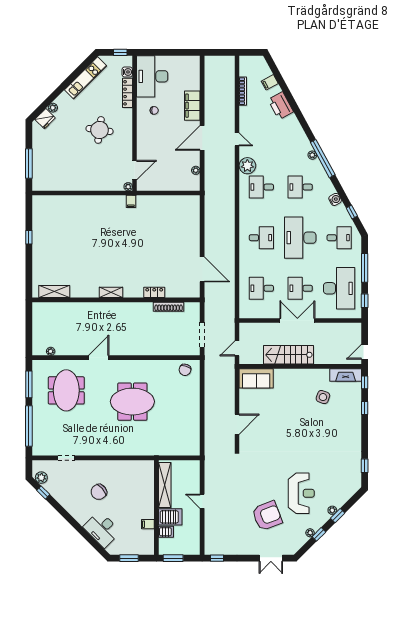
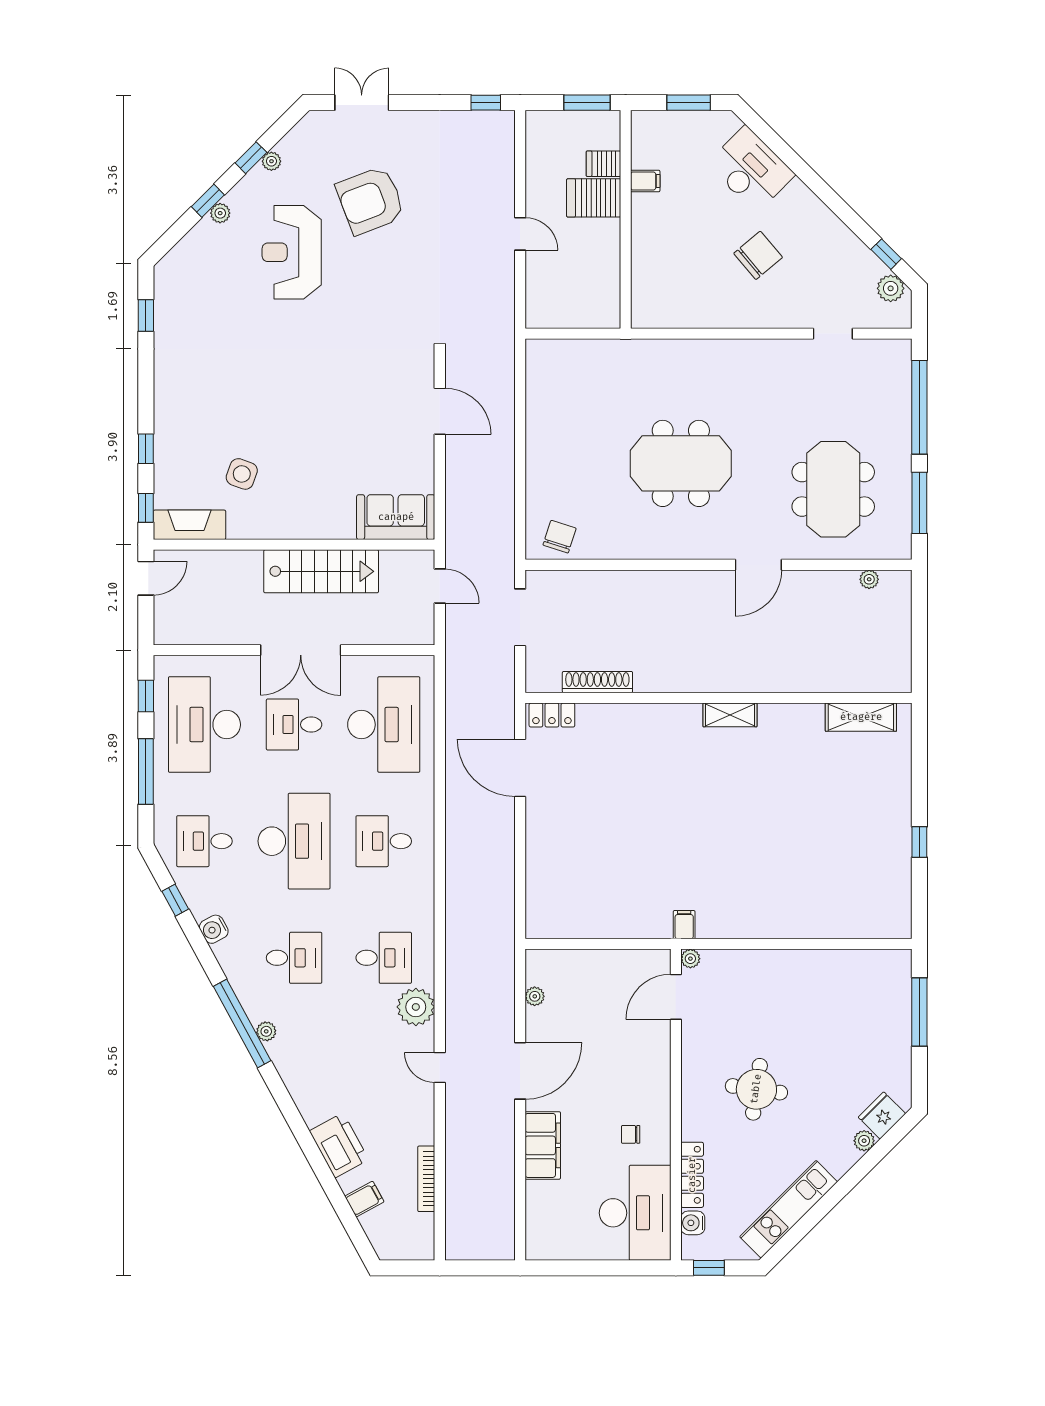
desk: (261, 288) -> (384, 725), width x1.87, depth x1.30
desk: (300, 288) -> (294, 725), turned 180
locker: (154, 292) -> (552, 715), moved
door: (237, 348) -> (440, 586), hinge flipped
door: (237, 424) -> (440, 411), swing flipped
shelving: (165, 485) -> (606, 271), removed

